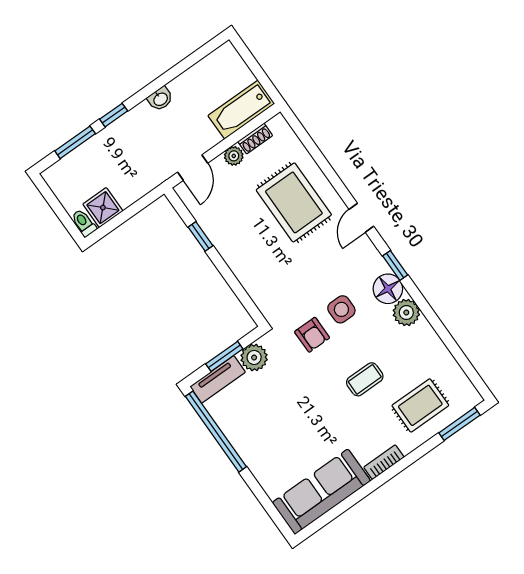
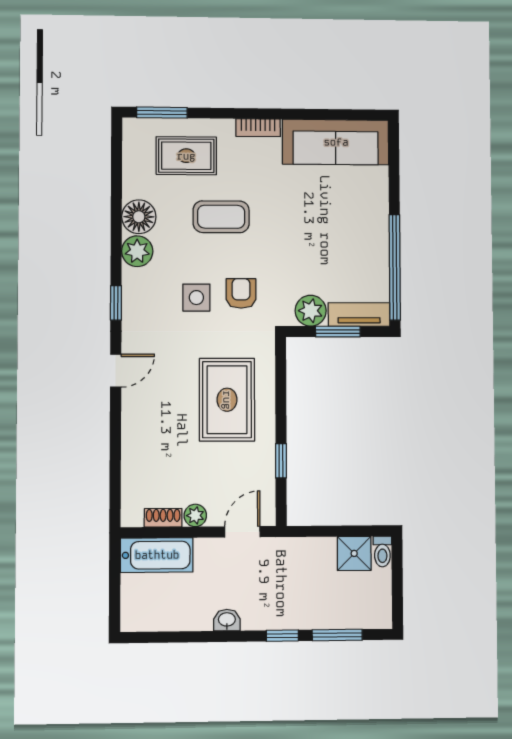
rug: (294, 202) -> (227, 400), moved
floor lamp: (388, 289) -> (139, 217), moved
coffee table: (365, 379) -> (221, 217), width x1.36, depth x1.30

